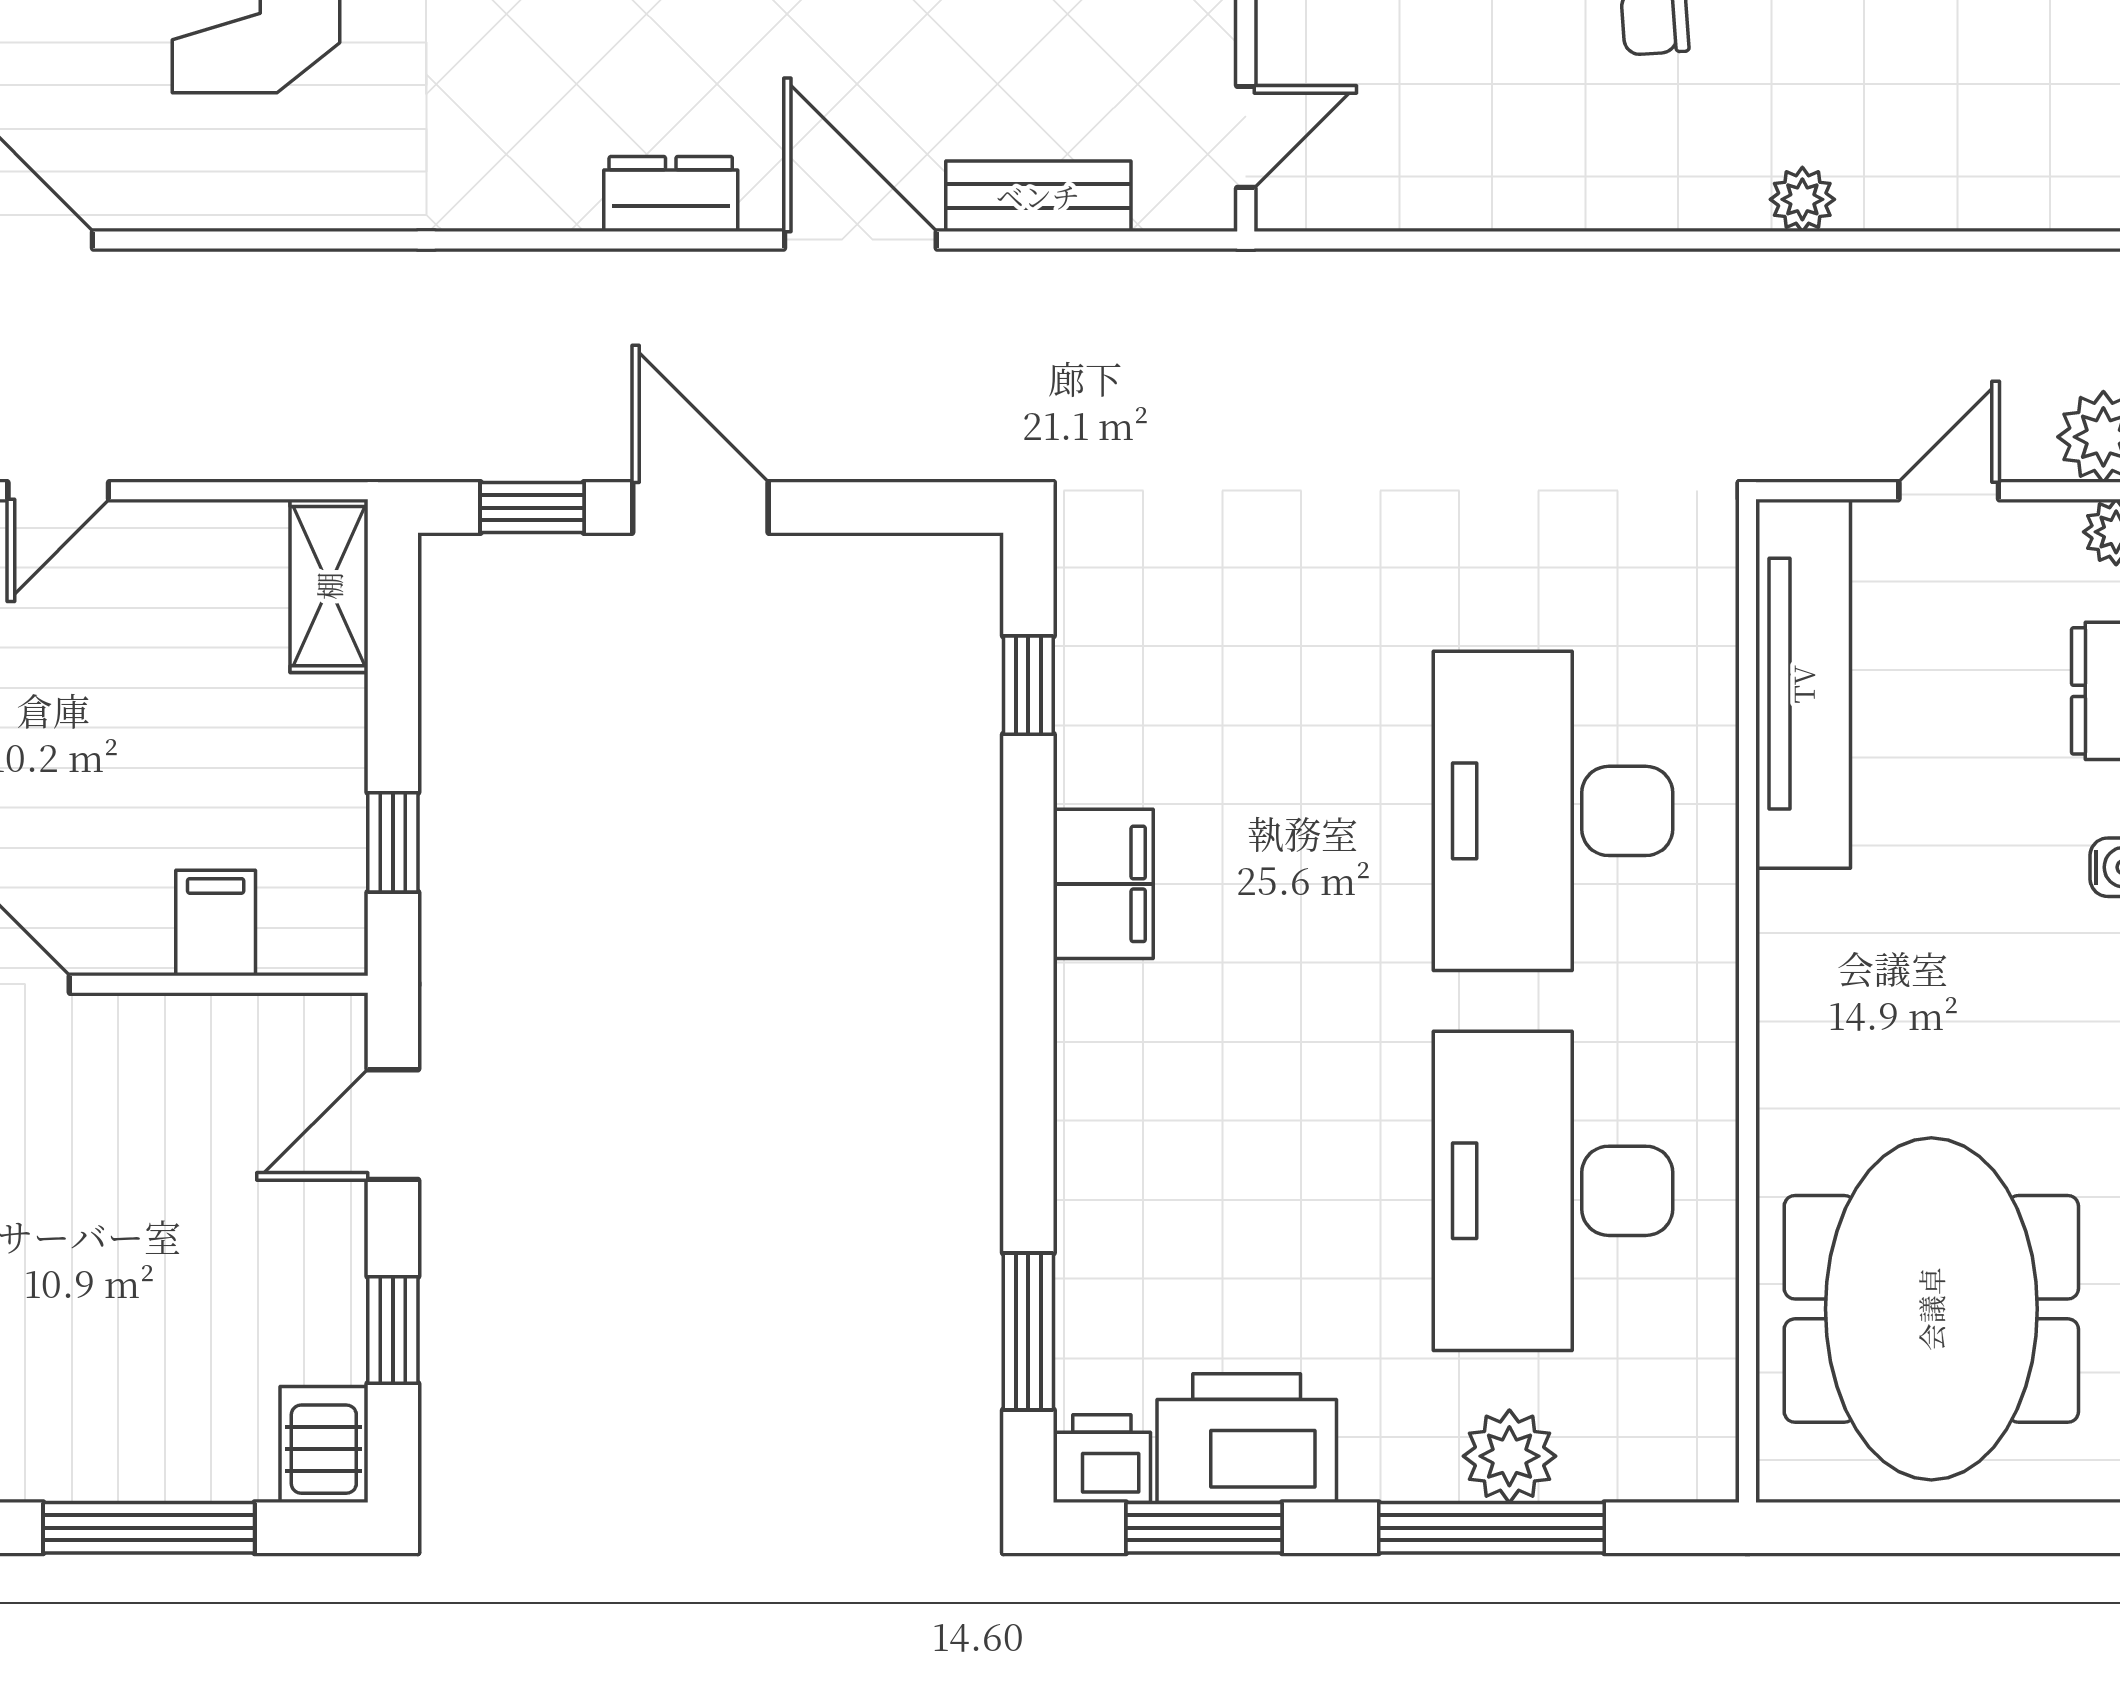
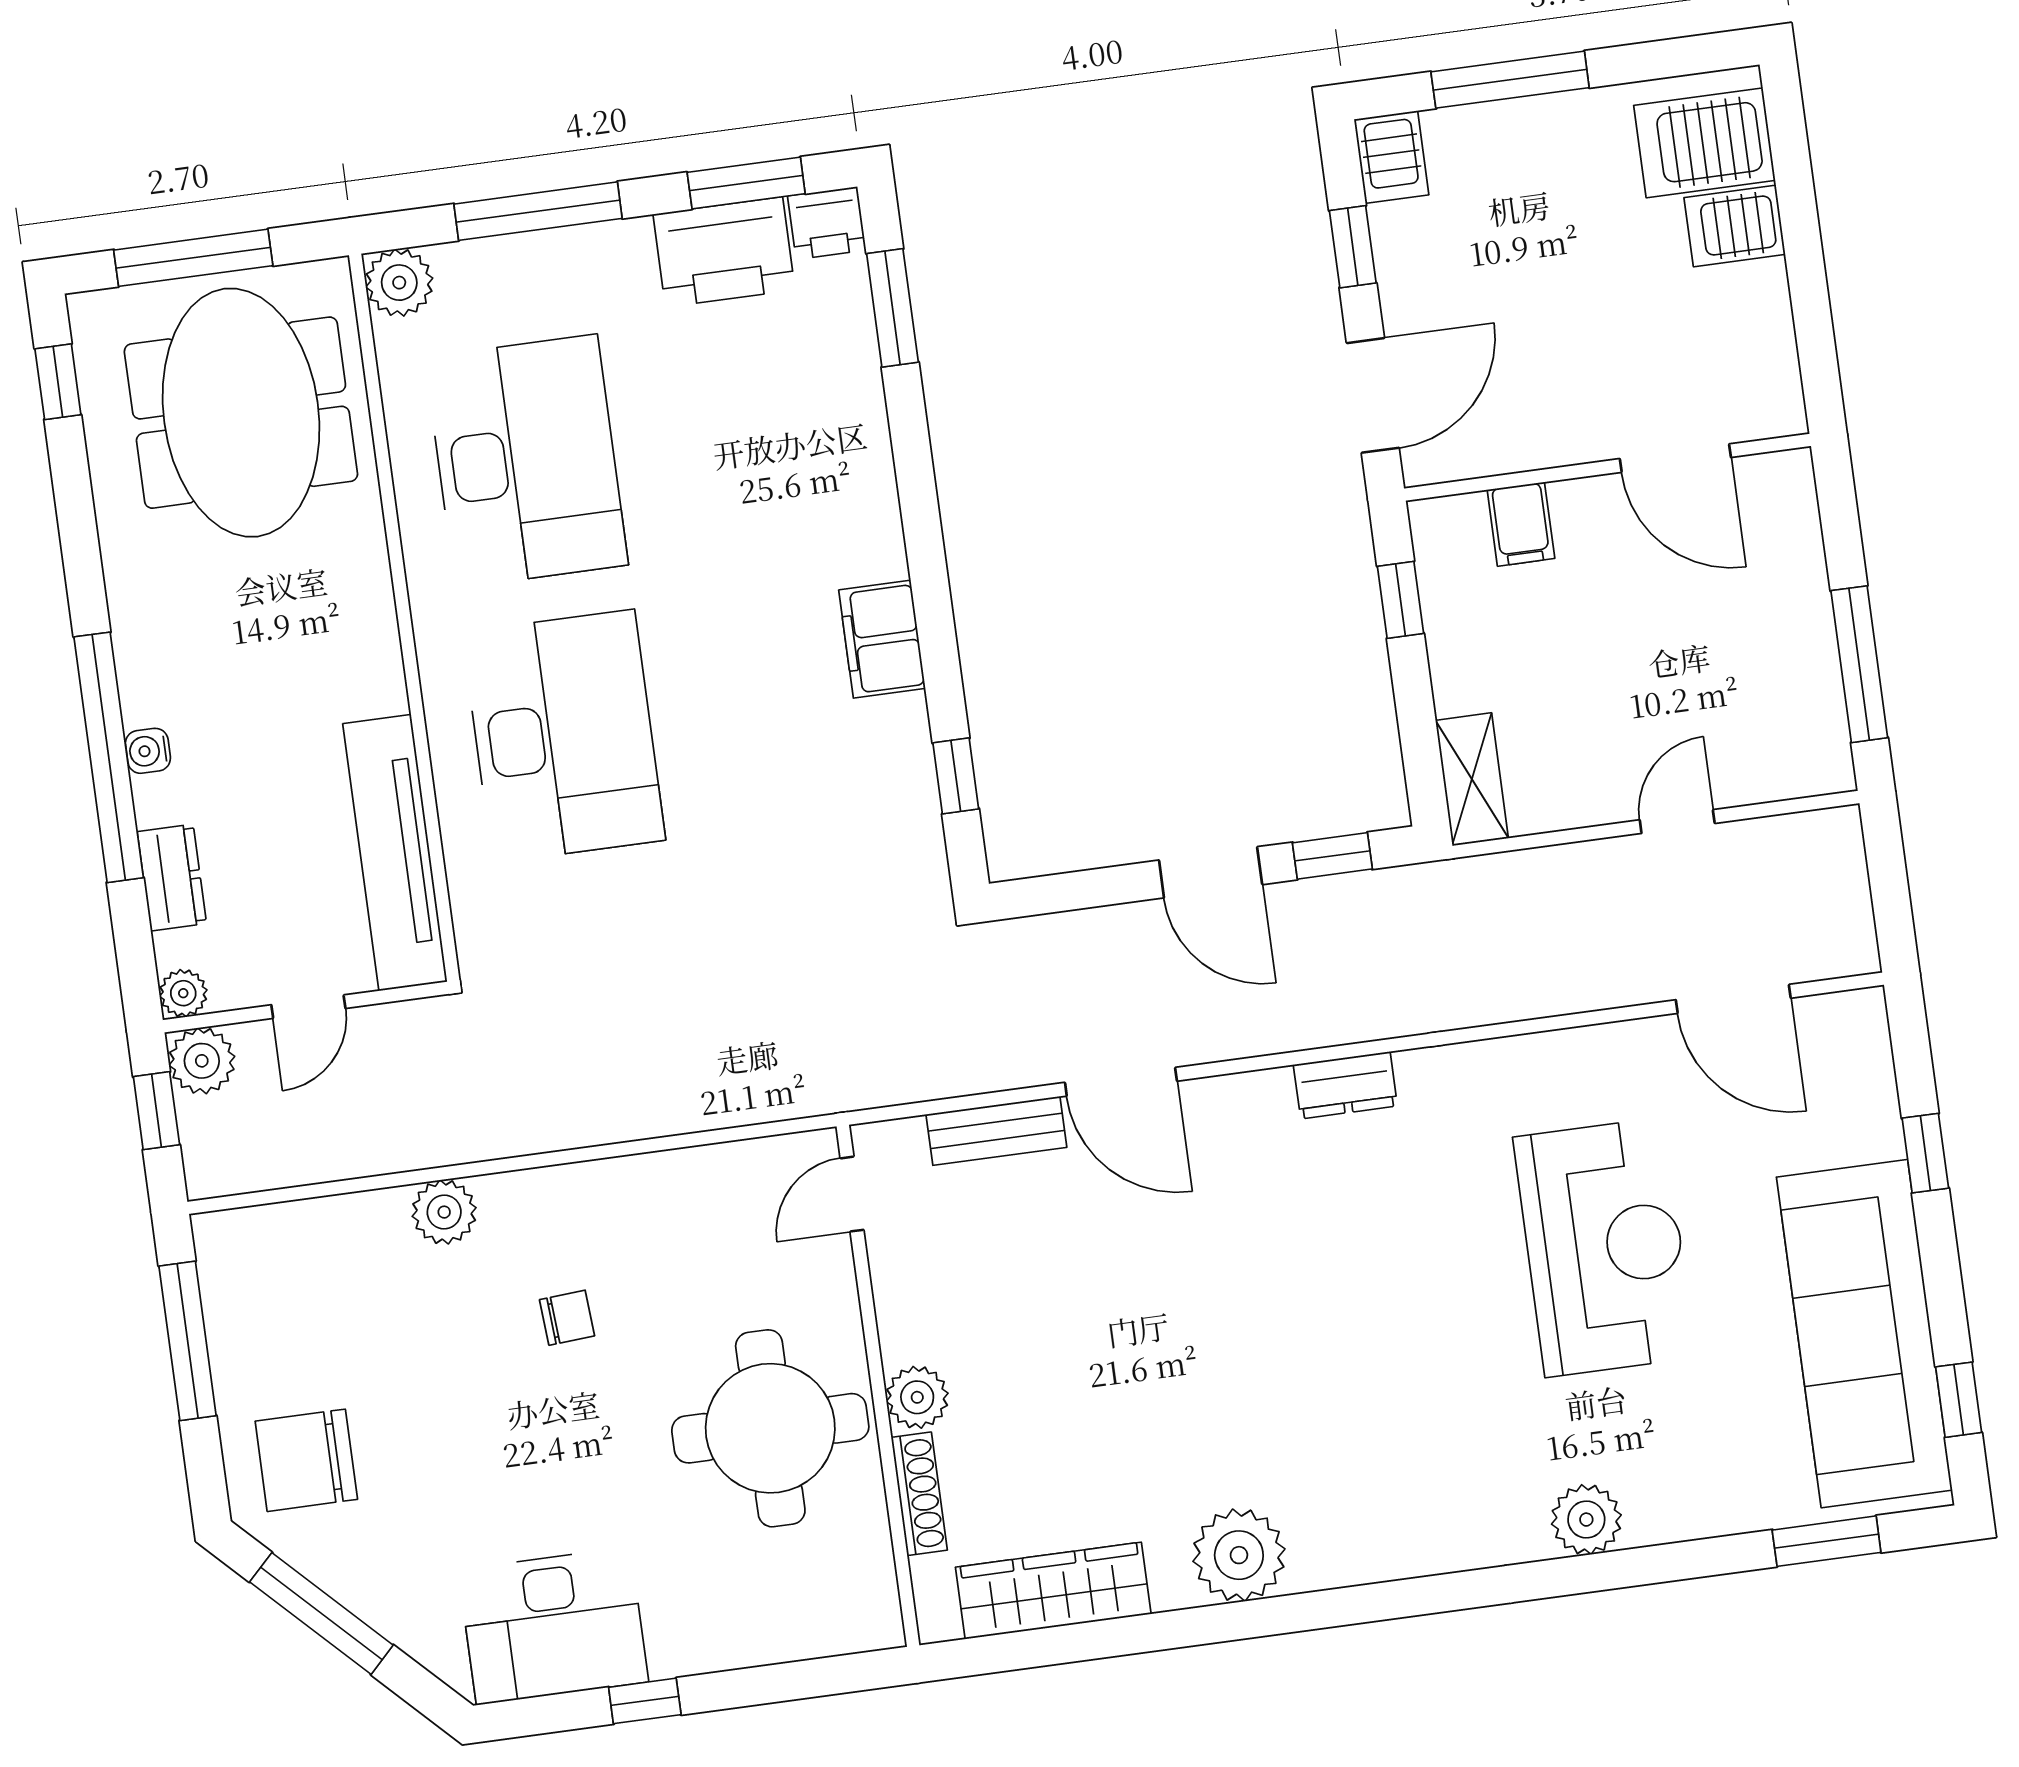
dresser: (671, 194) -> (1345, 1085), moved
plant: (1802, 199) -> (444, 1212), width x1.38, depth x1.38
door: (393, 1125) -> (1373, 395), width x1.38
plant: (1509, 1456) -> (399, 283), moved
window: (1968, 1528) -> (193, 258), added

